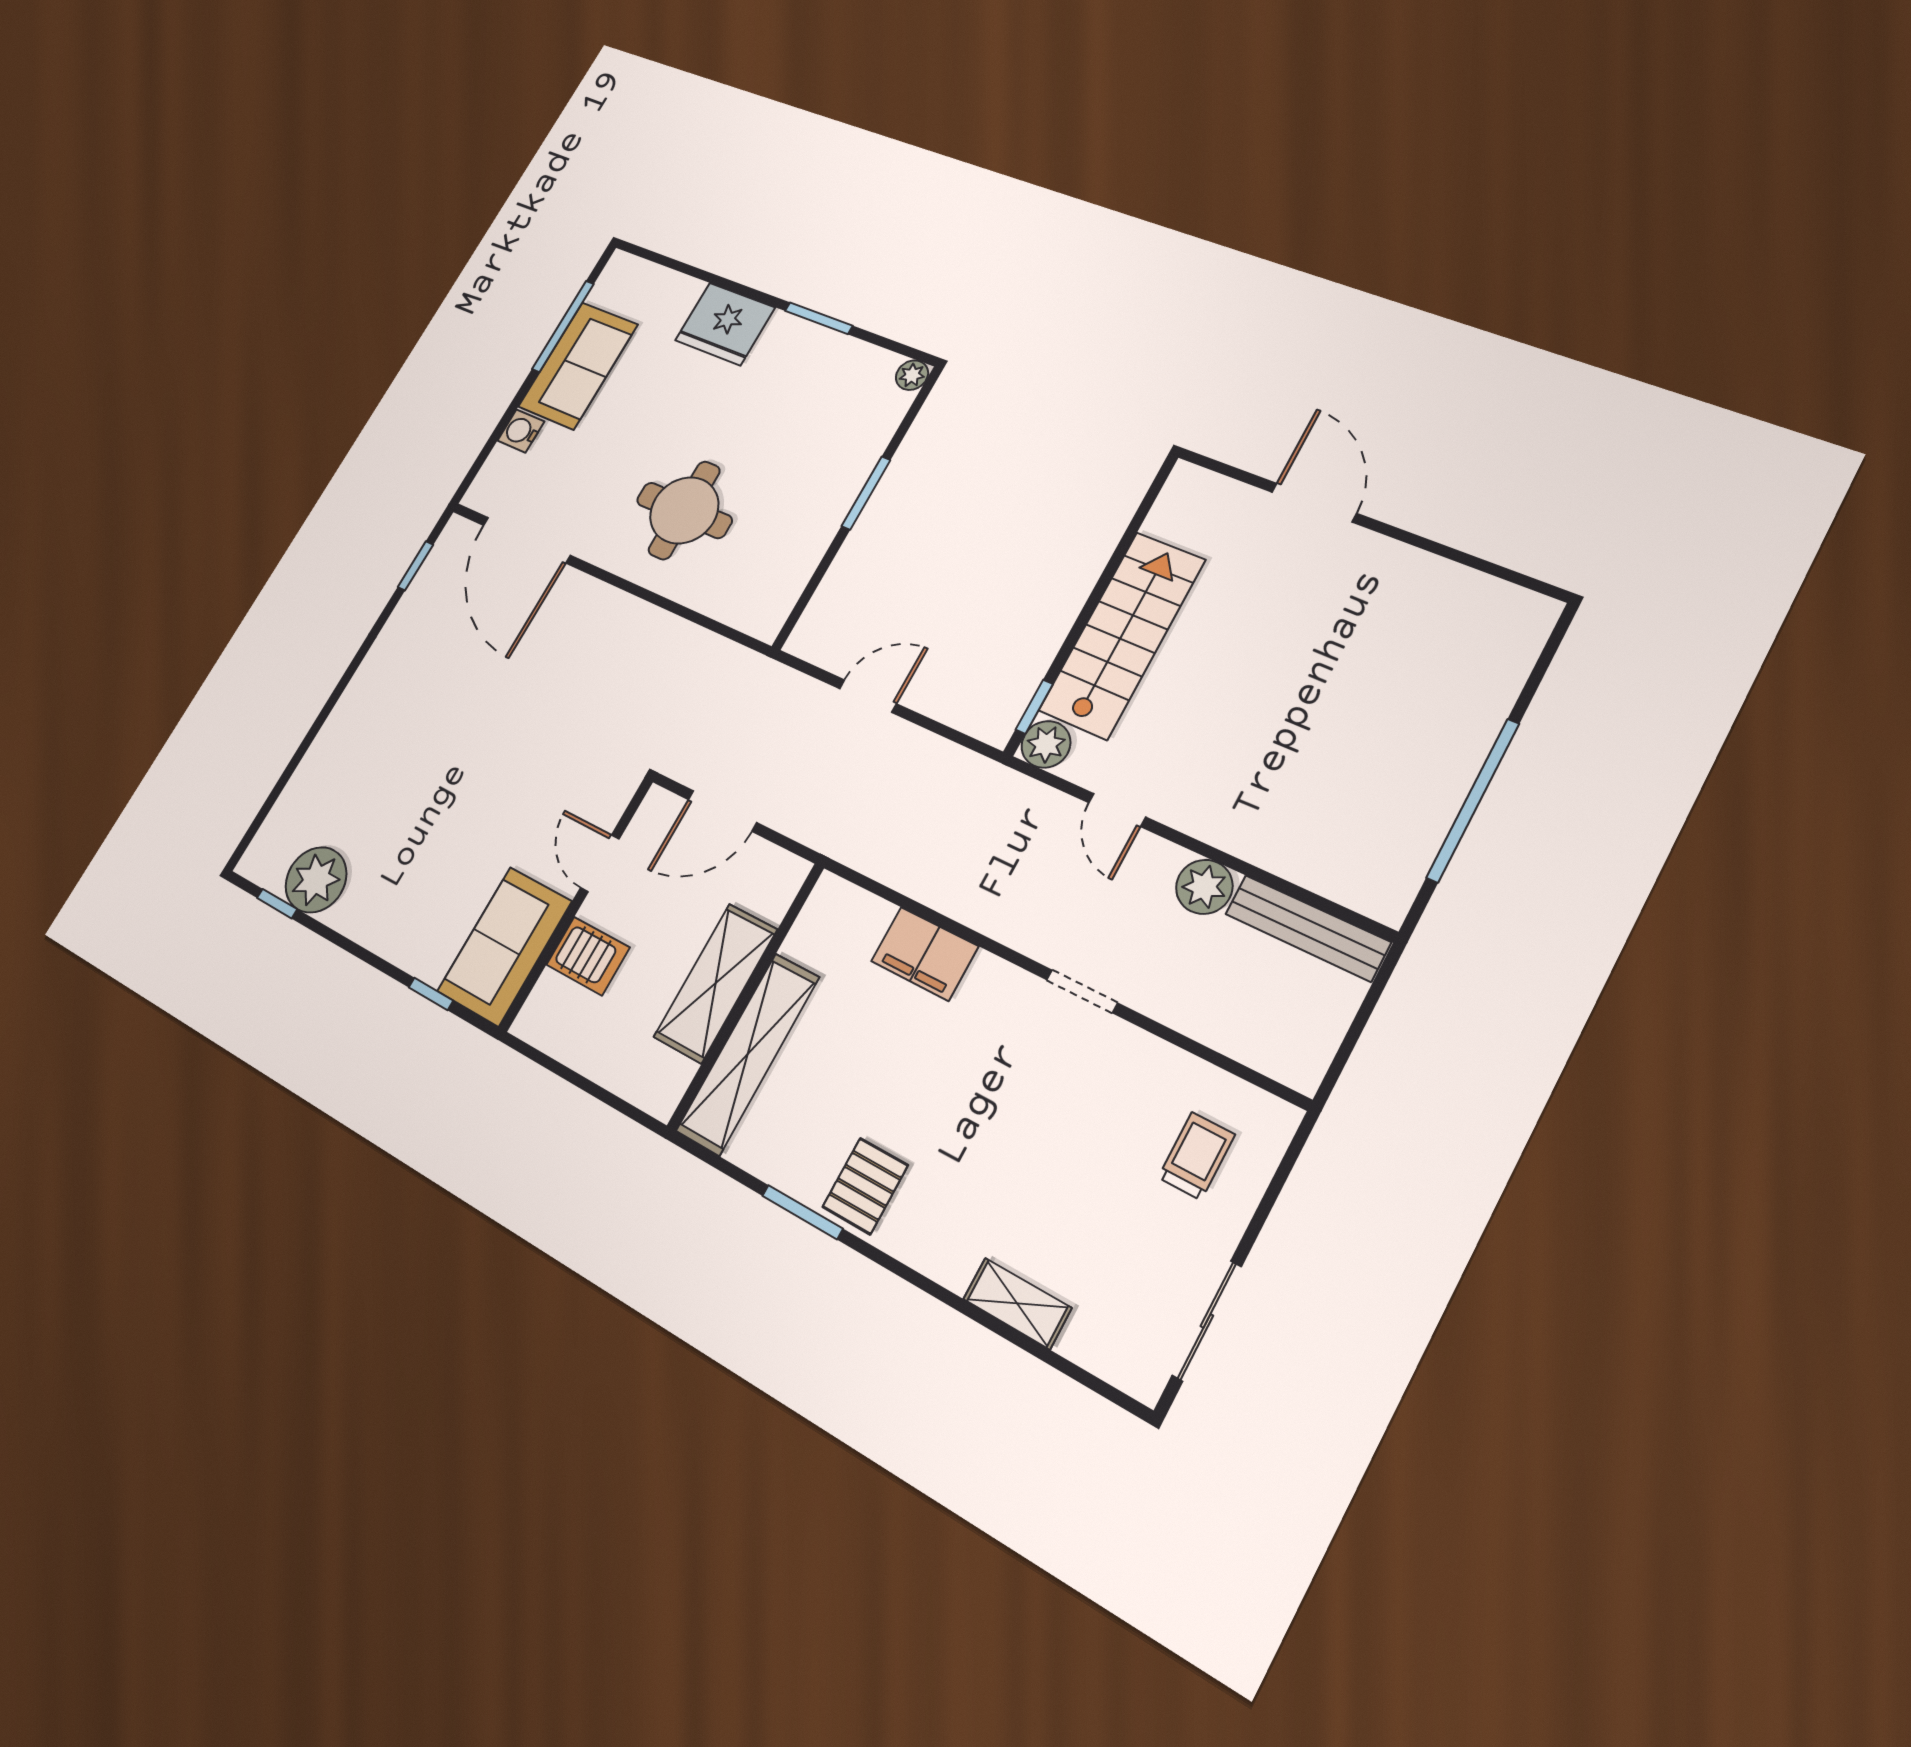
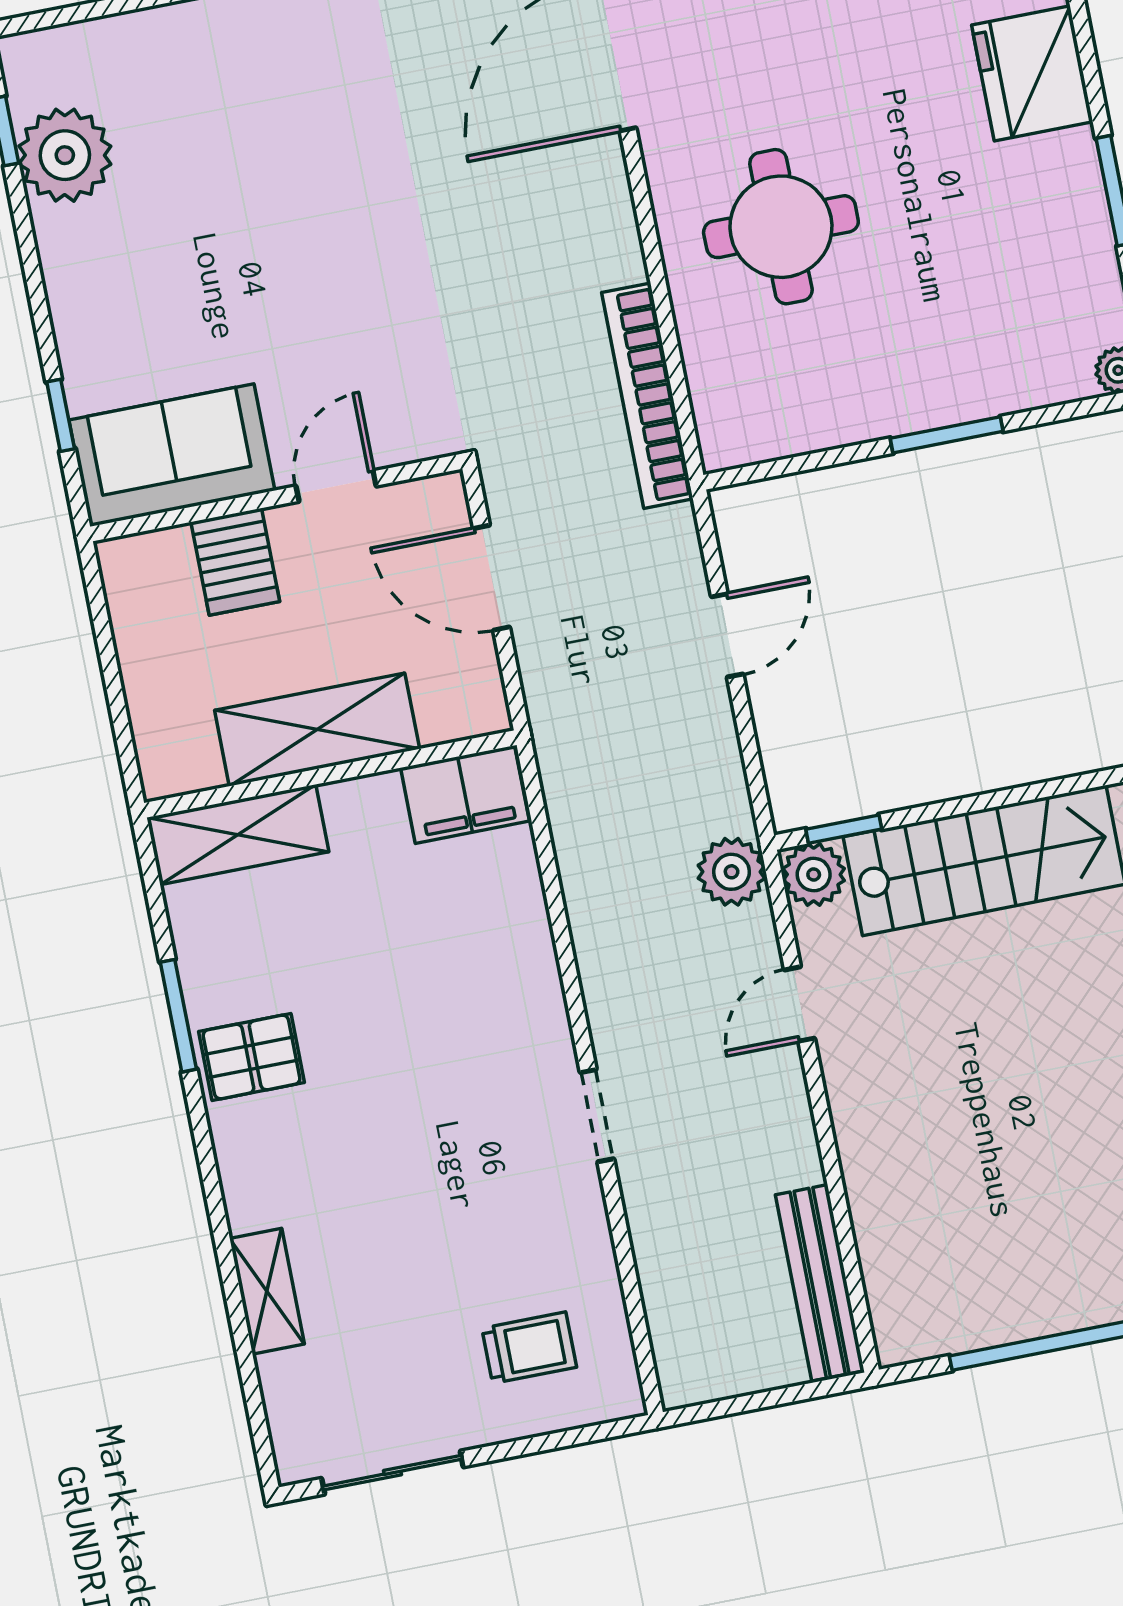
bookcase: (705, 647) -> (647, 396), added
door: (868, 696) -> (727, 635), hinge flipped
plant: (1204, 887) -> (732, 872), moved
filing cabinet: (925, 954) -> (465, 794), moved, turned -90
shelving: (748, 1054) -> (238, 835), width x0.68

